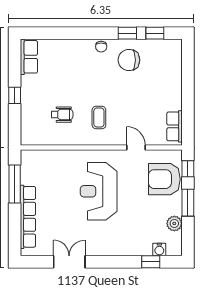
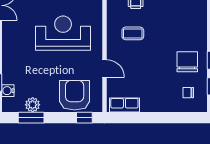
chair: (101, 47) -> (188, 93), moved
door: (136, 147) -> (104, 68), hinge flipped
window: (188, 203) -> (31, 118), moved

